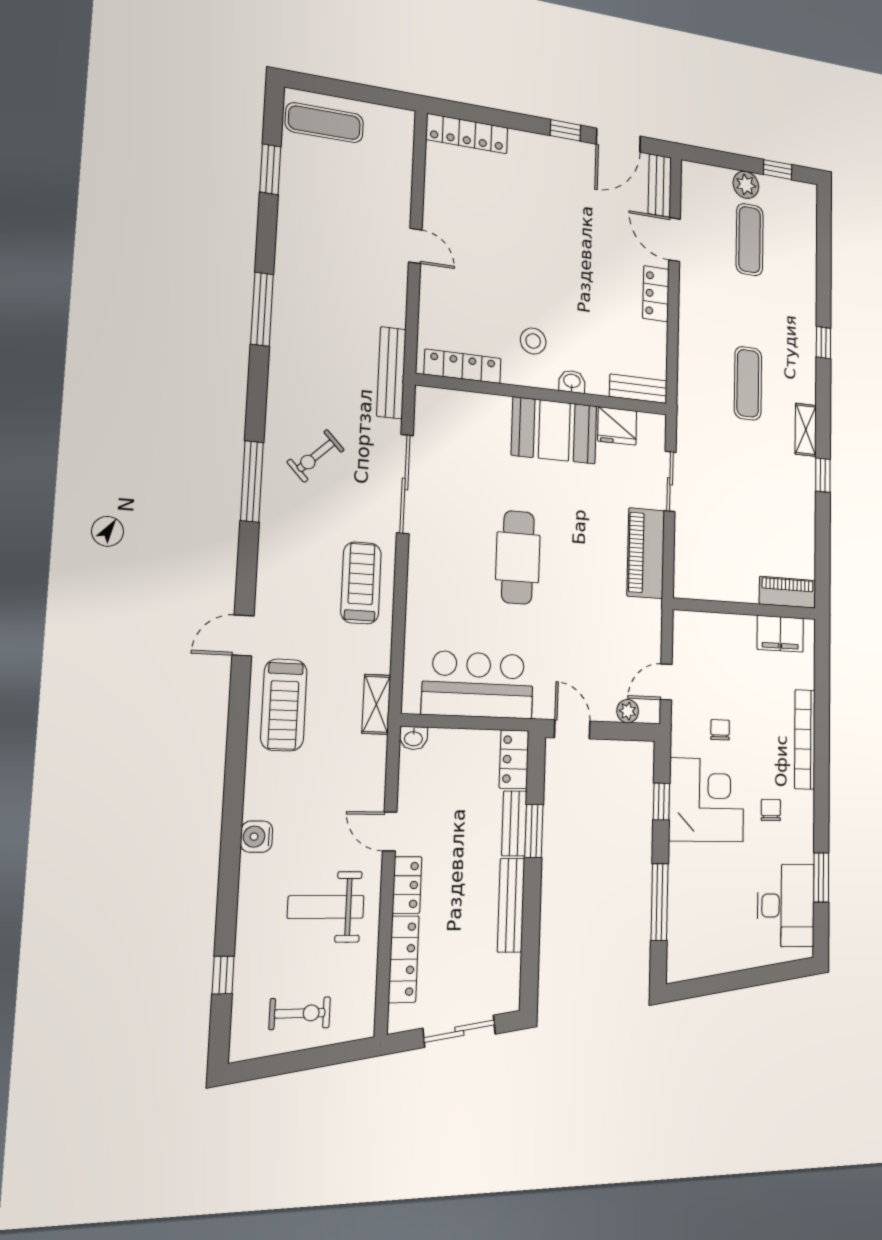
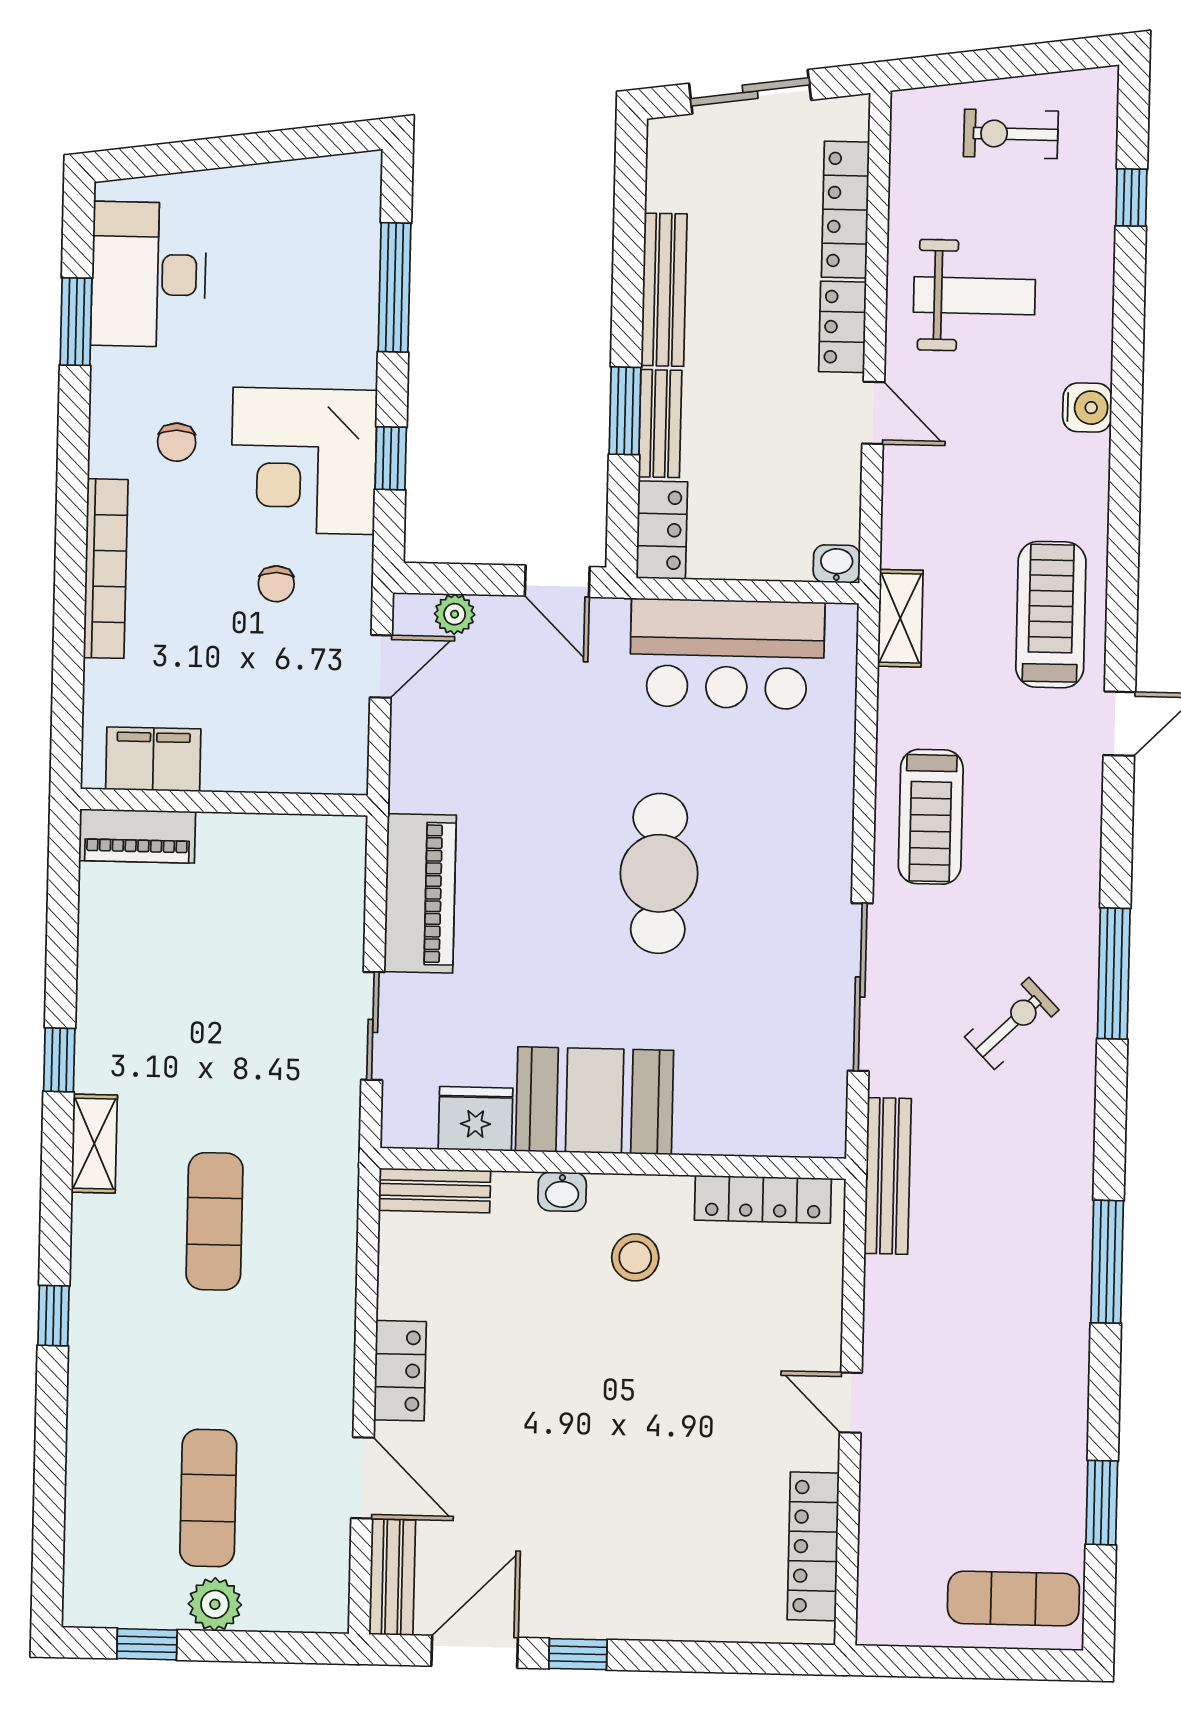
locker: (467, 134) -> (813, 1546), moved, turned -90

